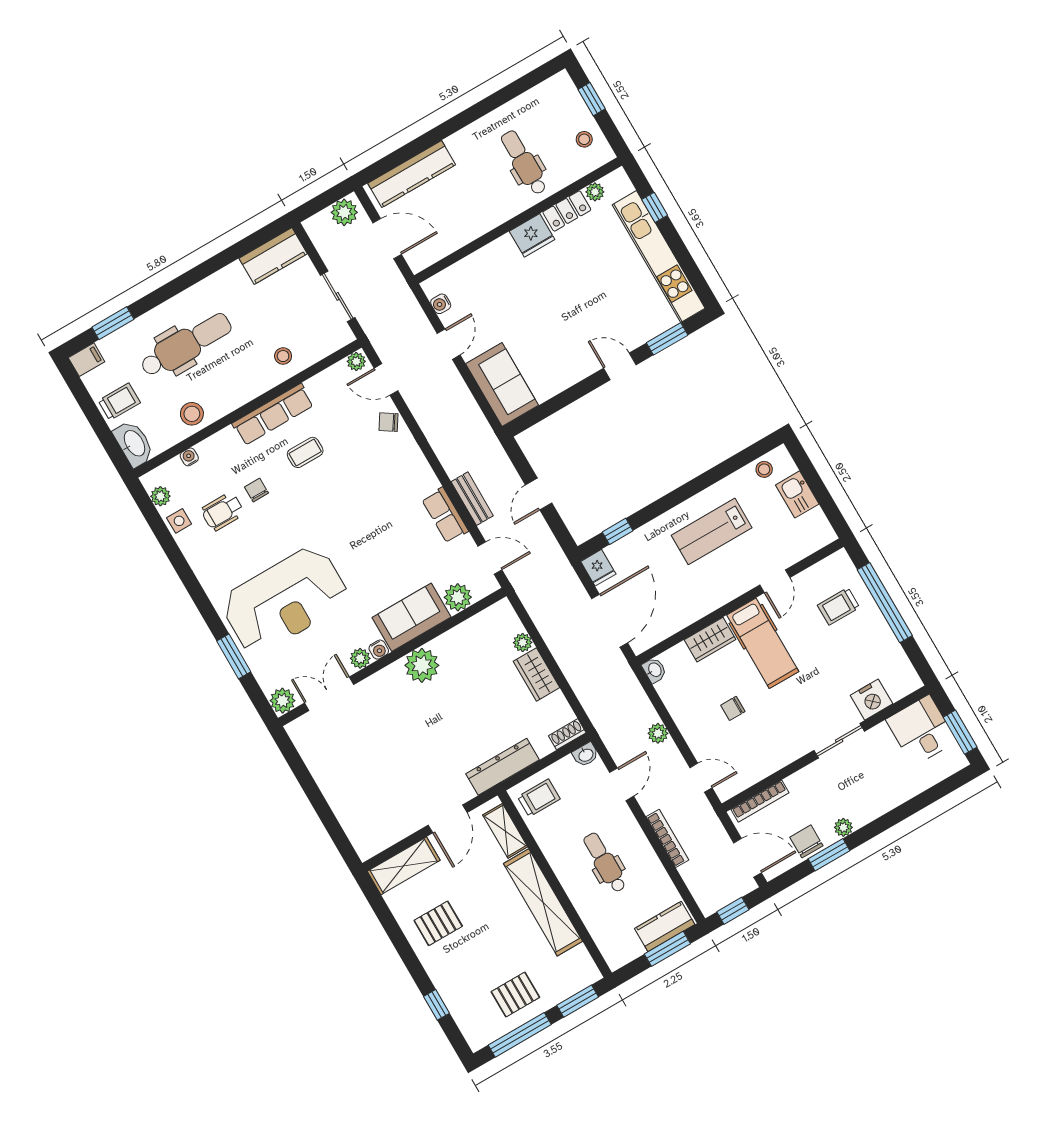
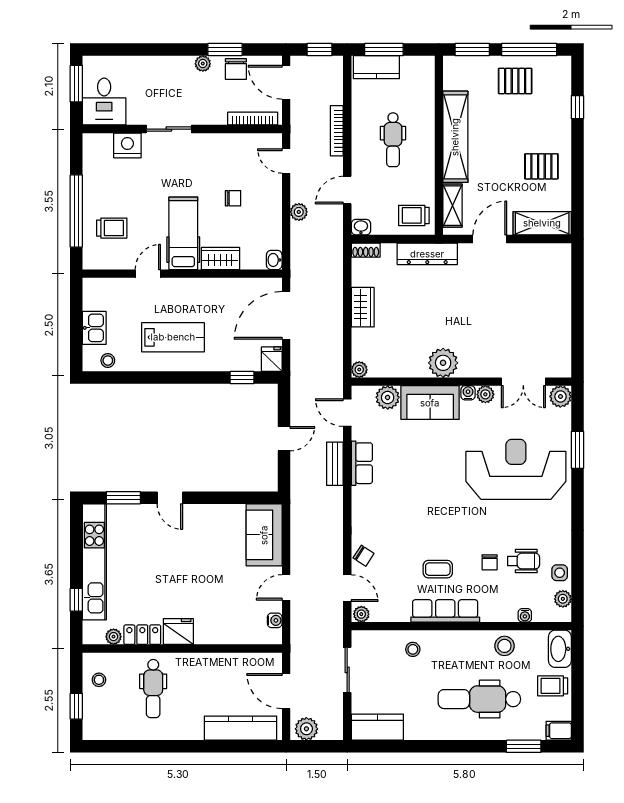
plant: (523, 642) -> (359, 370), moved

